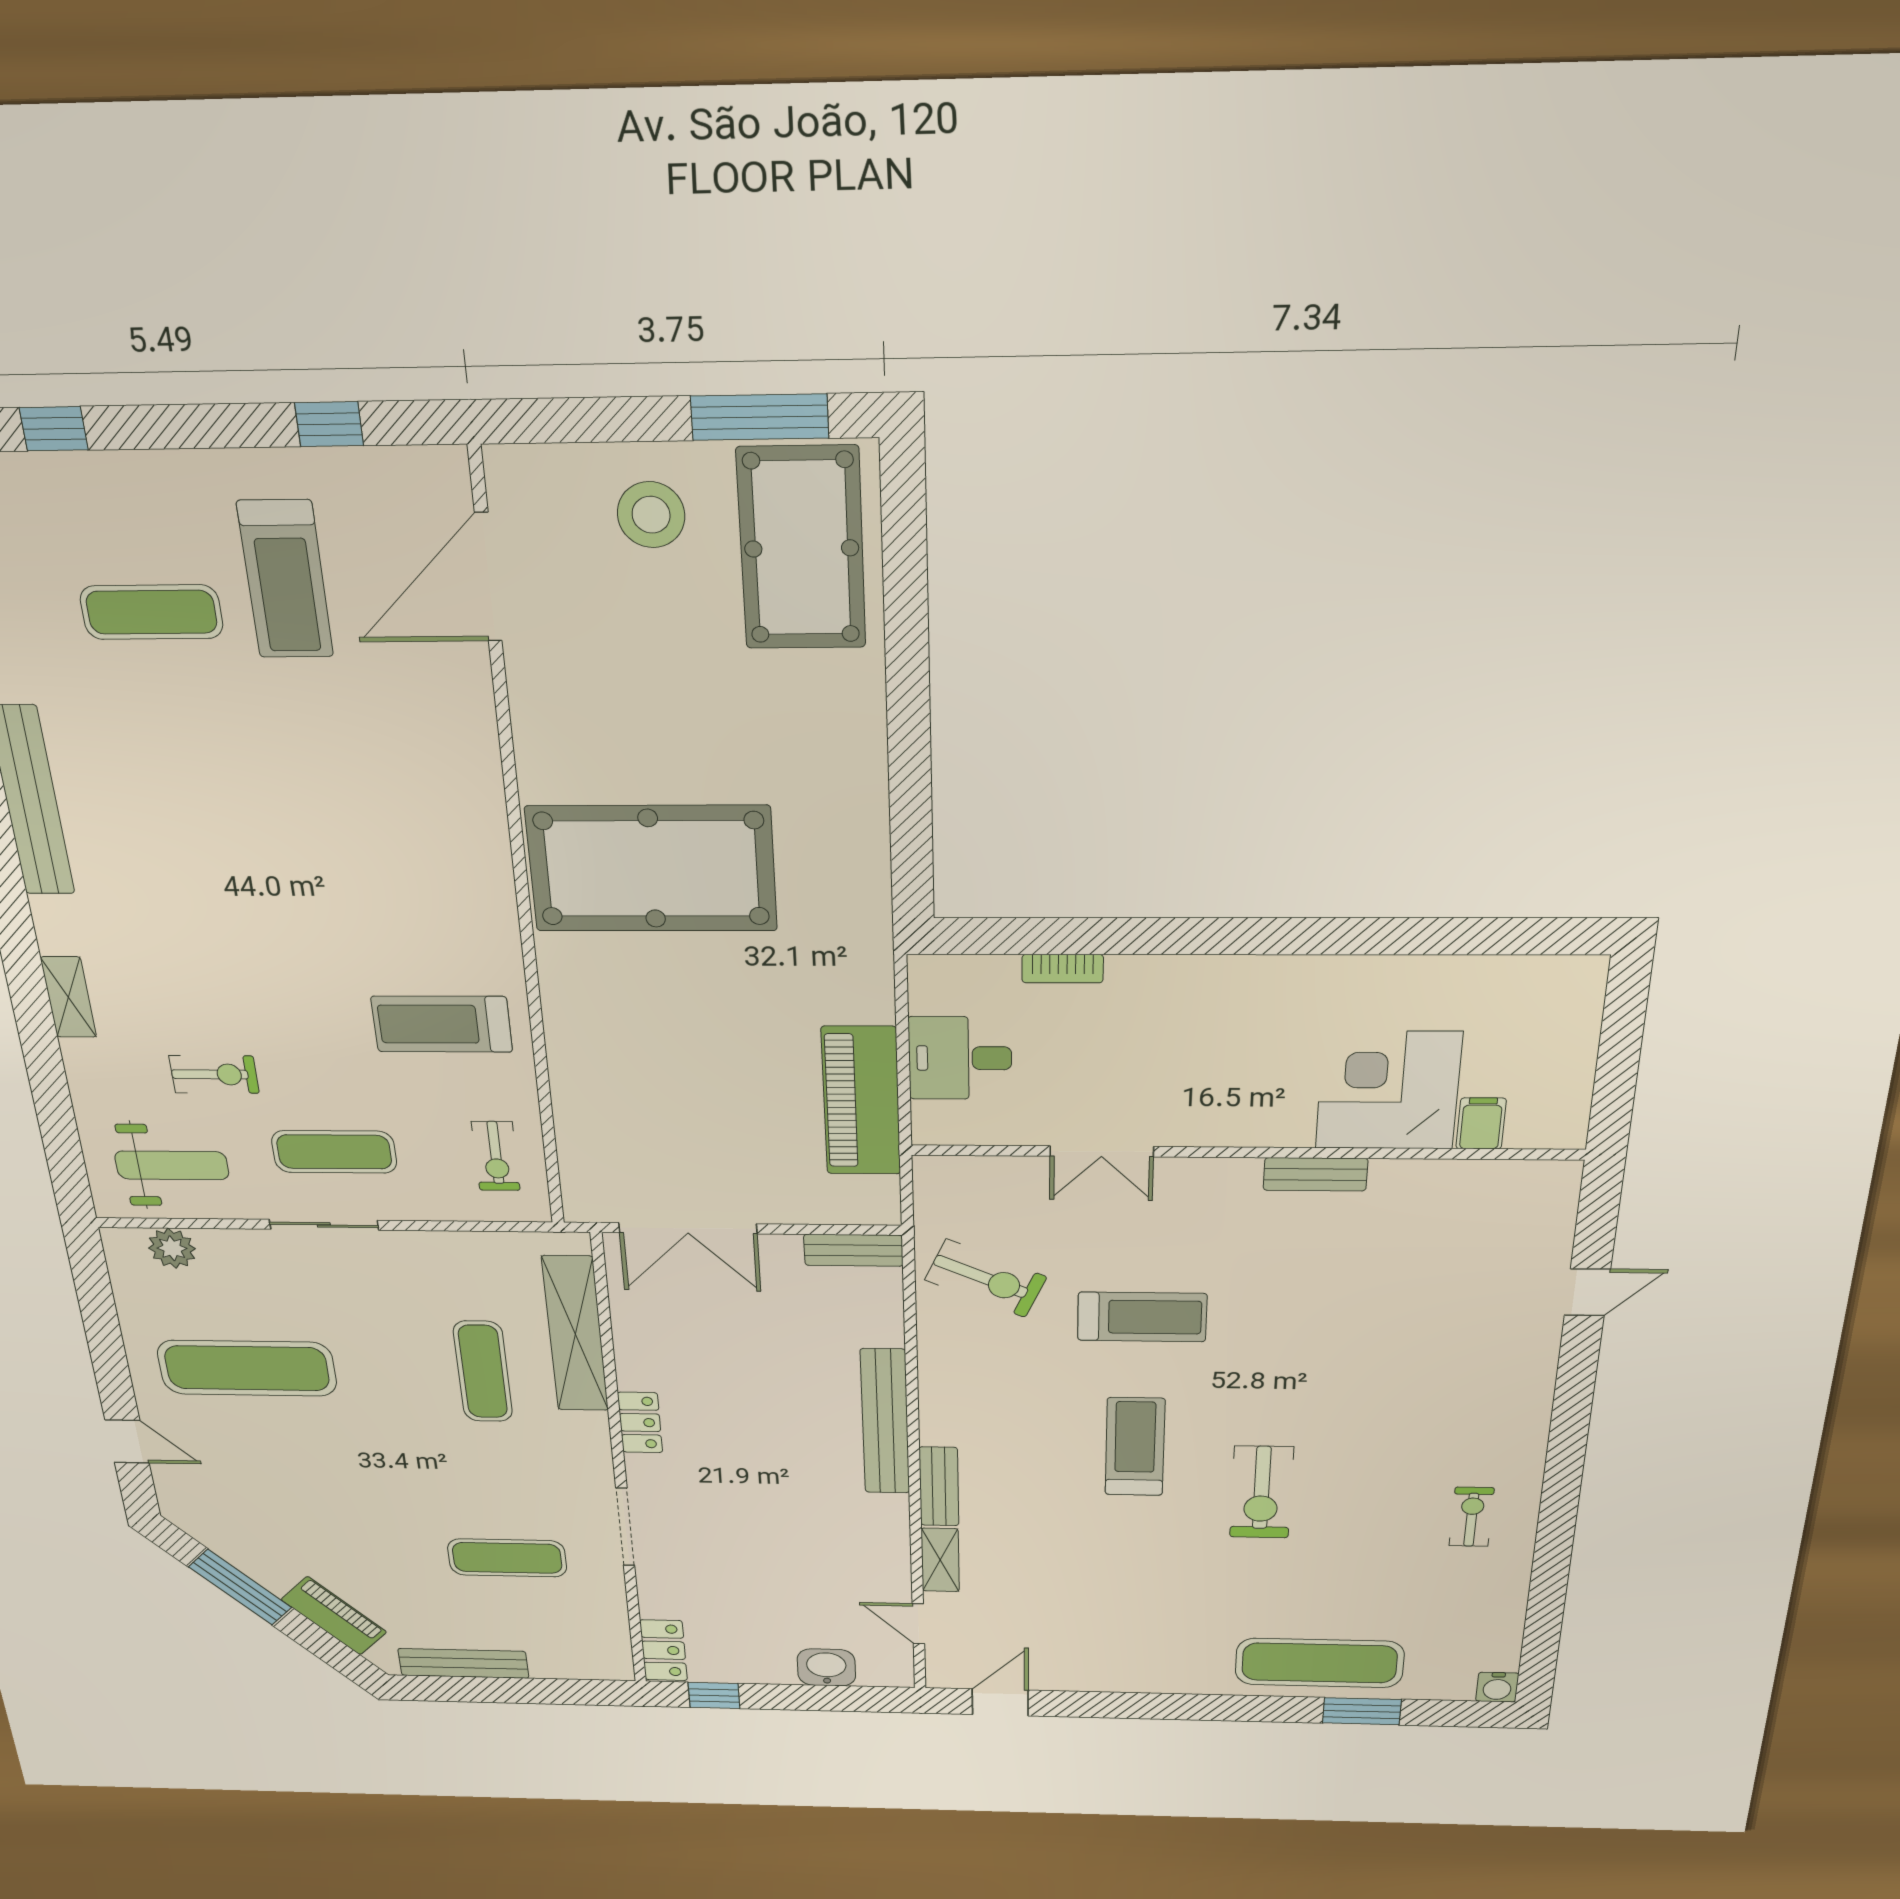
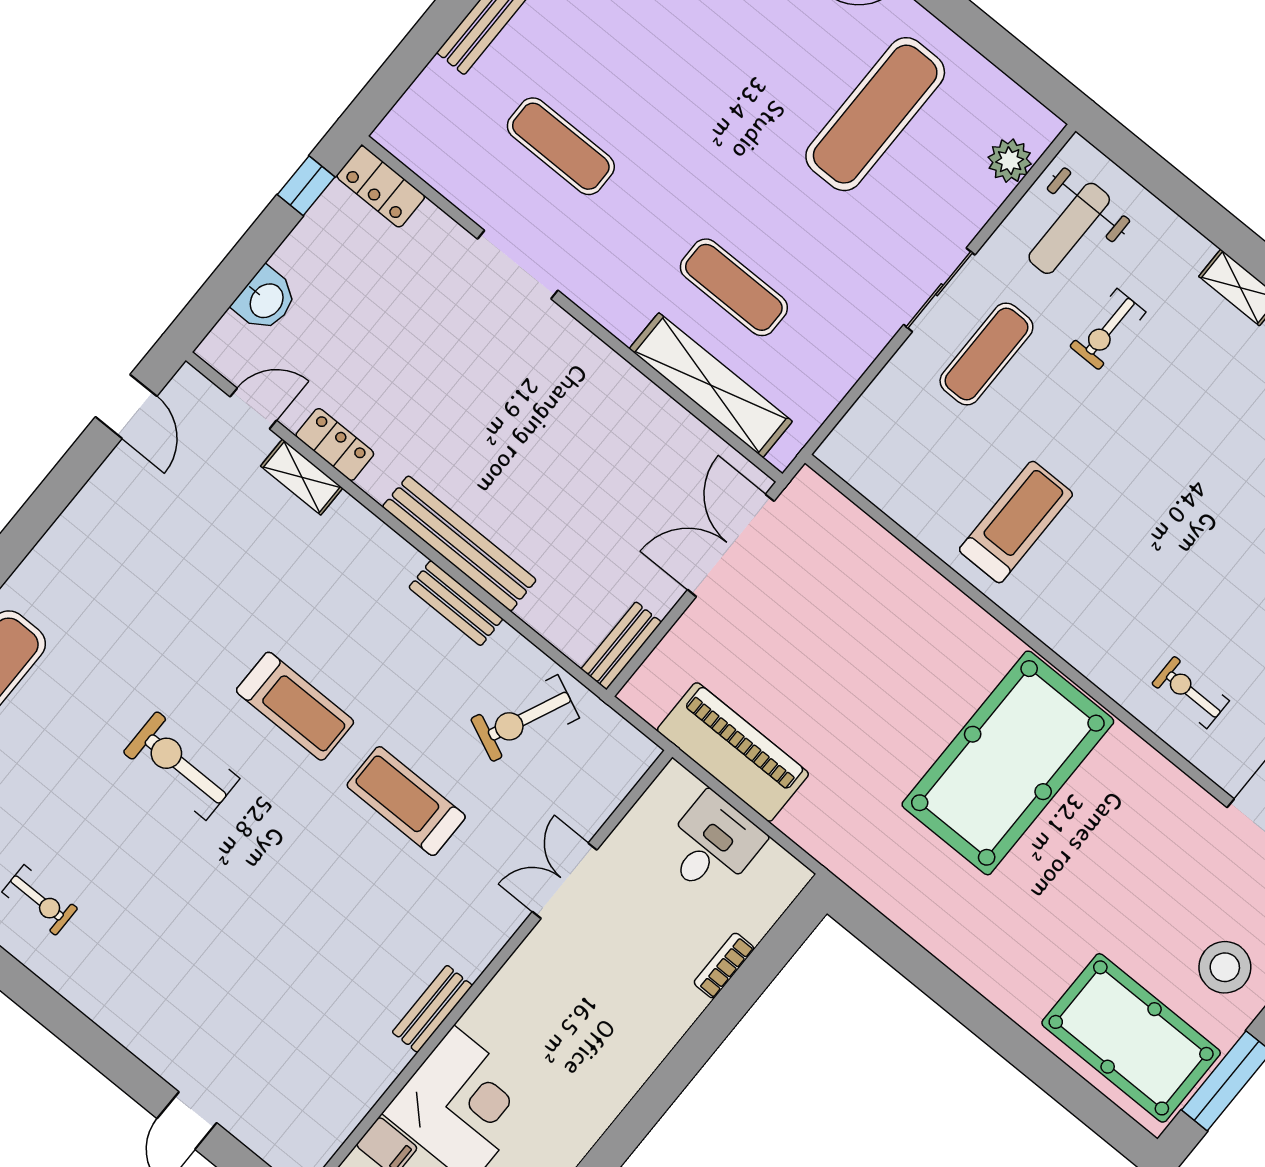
exercise bike: (496, 1156) -> (1191, 692), moved
treadmill: (1142, 1317) -> (406, 801), turned 90
locker: (640, 1422) -> (335, 444), moved, turned 180
bench: (939, 1486) -> (456, 603), moved
exercise mat: (507, 1558) -> (561, 146), turned 90

